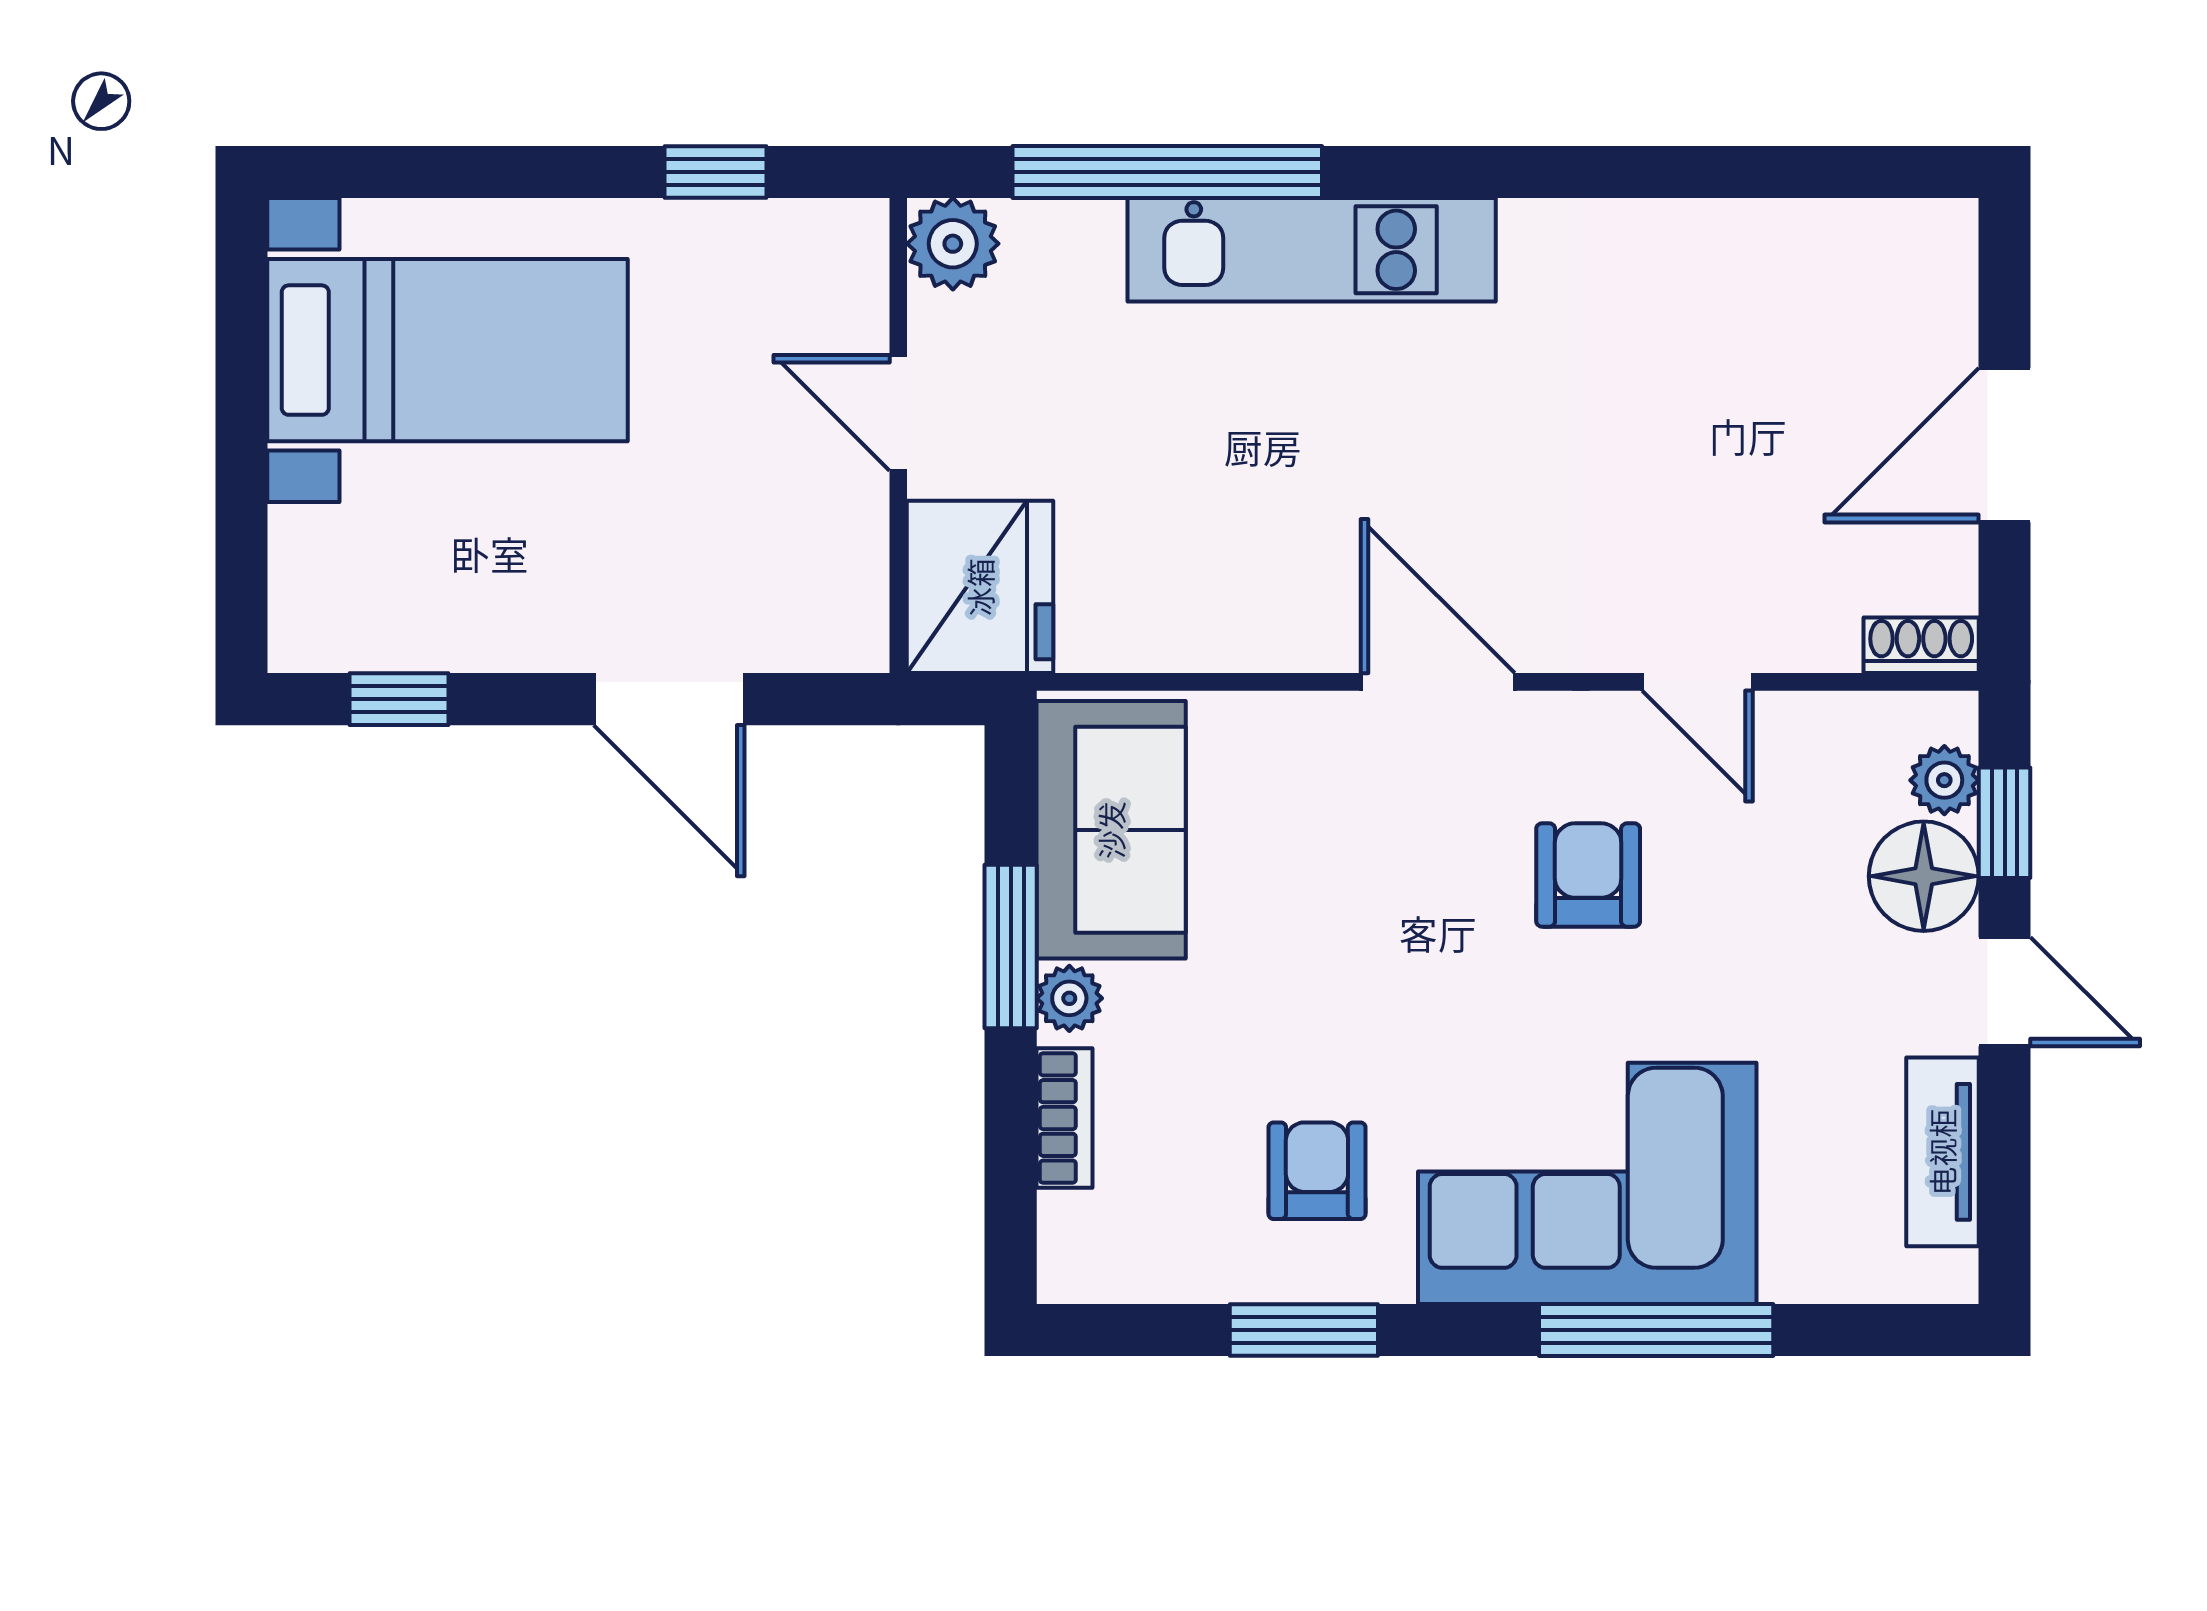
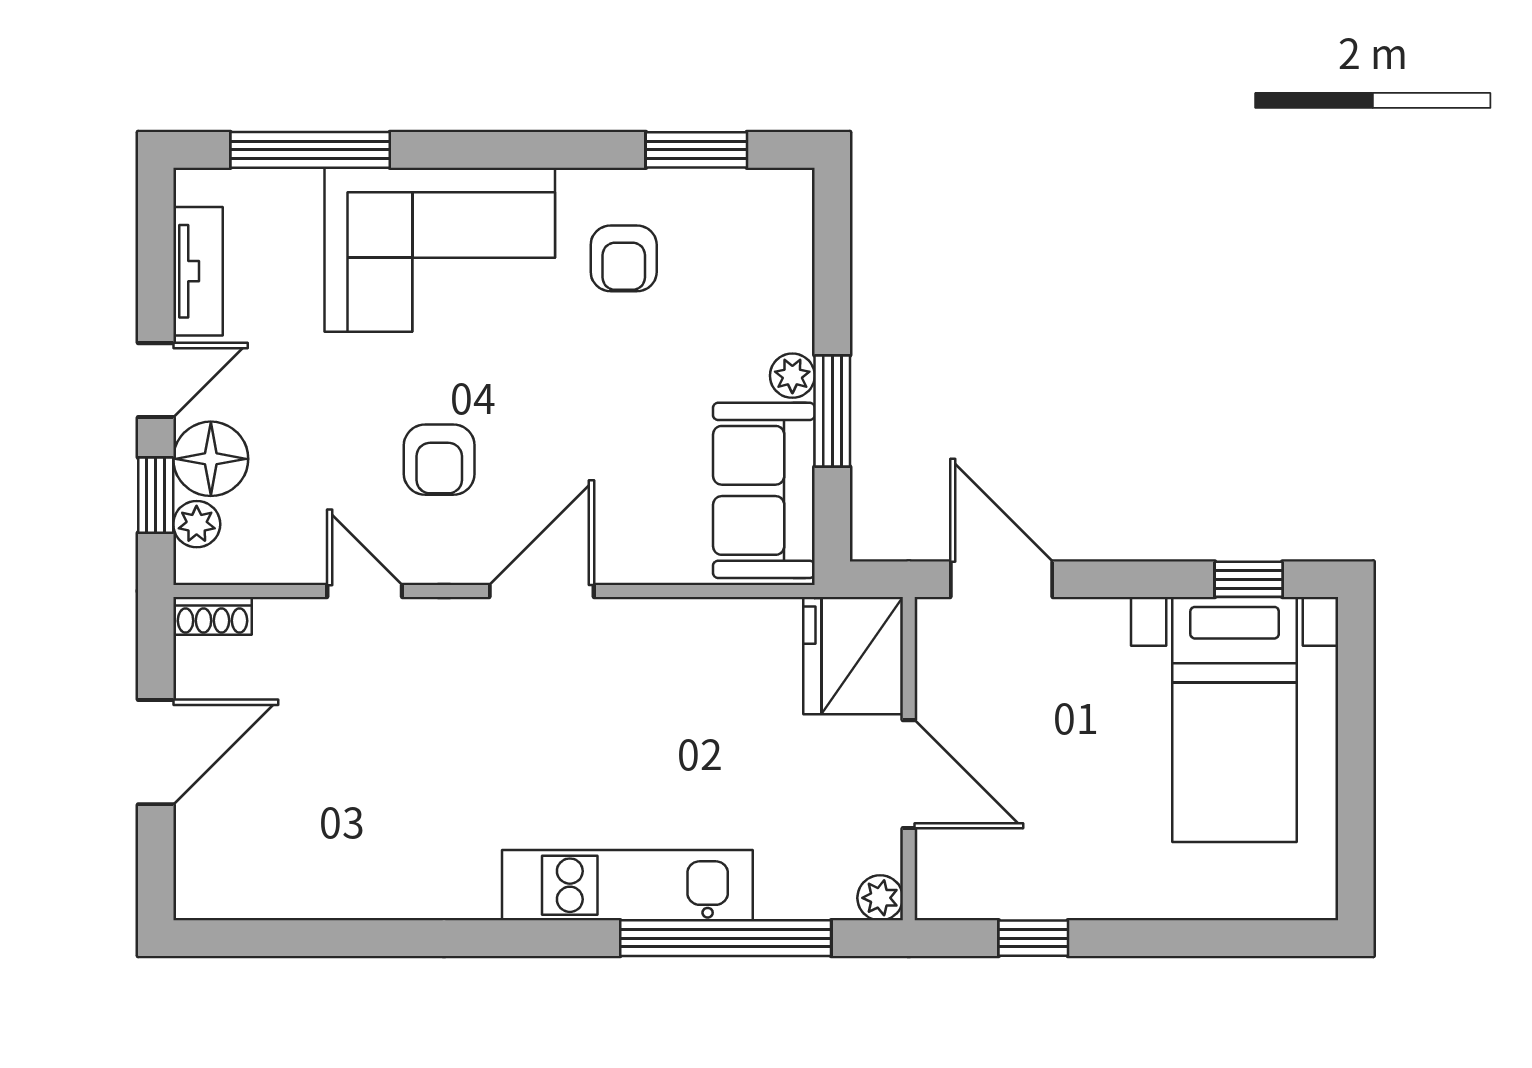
plant: (953, 244) -> (880, 898), width x0.73, depth x0.73
bed with nightstands: (447, 350) -> (1235, 720), moved, turned -90
door: (898, 413) -> (909, 774), width x1.38
door: (1438, 682) -> (542, 591), swing flipped
door: (669, 699) -> (1002, 579), moved
door: (2005, 992) -> (156, 380), swing flipped
bookcase: (1065, 1118) -> (796, 294), removed
window: (1304, 1330) -> (696, 150), moved
window: (1656, 1330) -> (310, 150), moved

